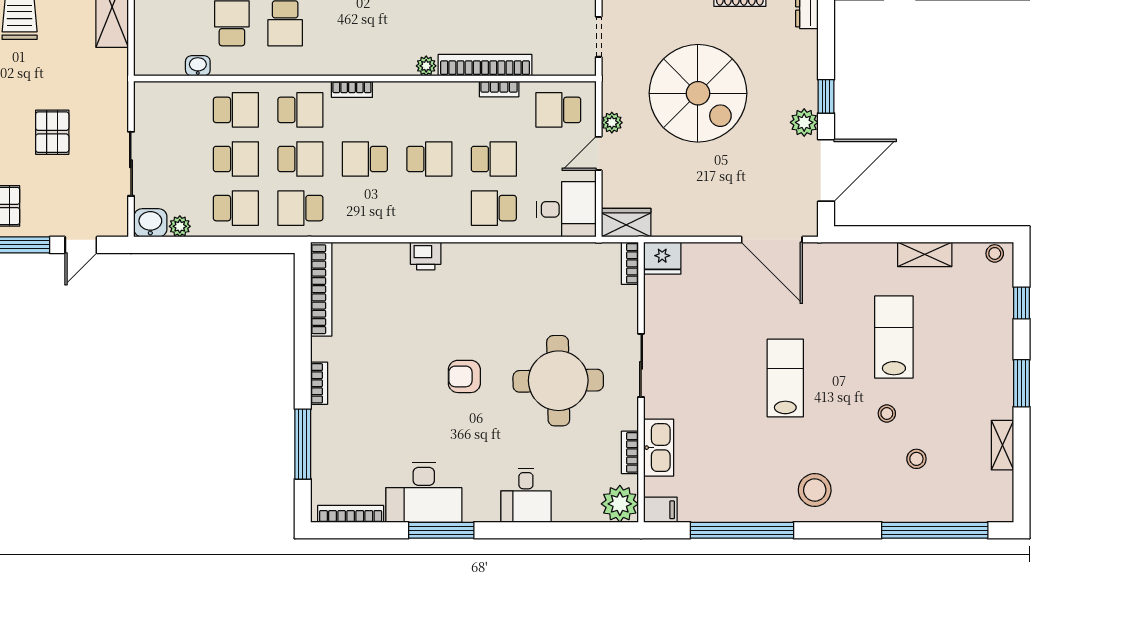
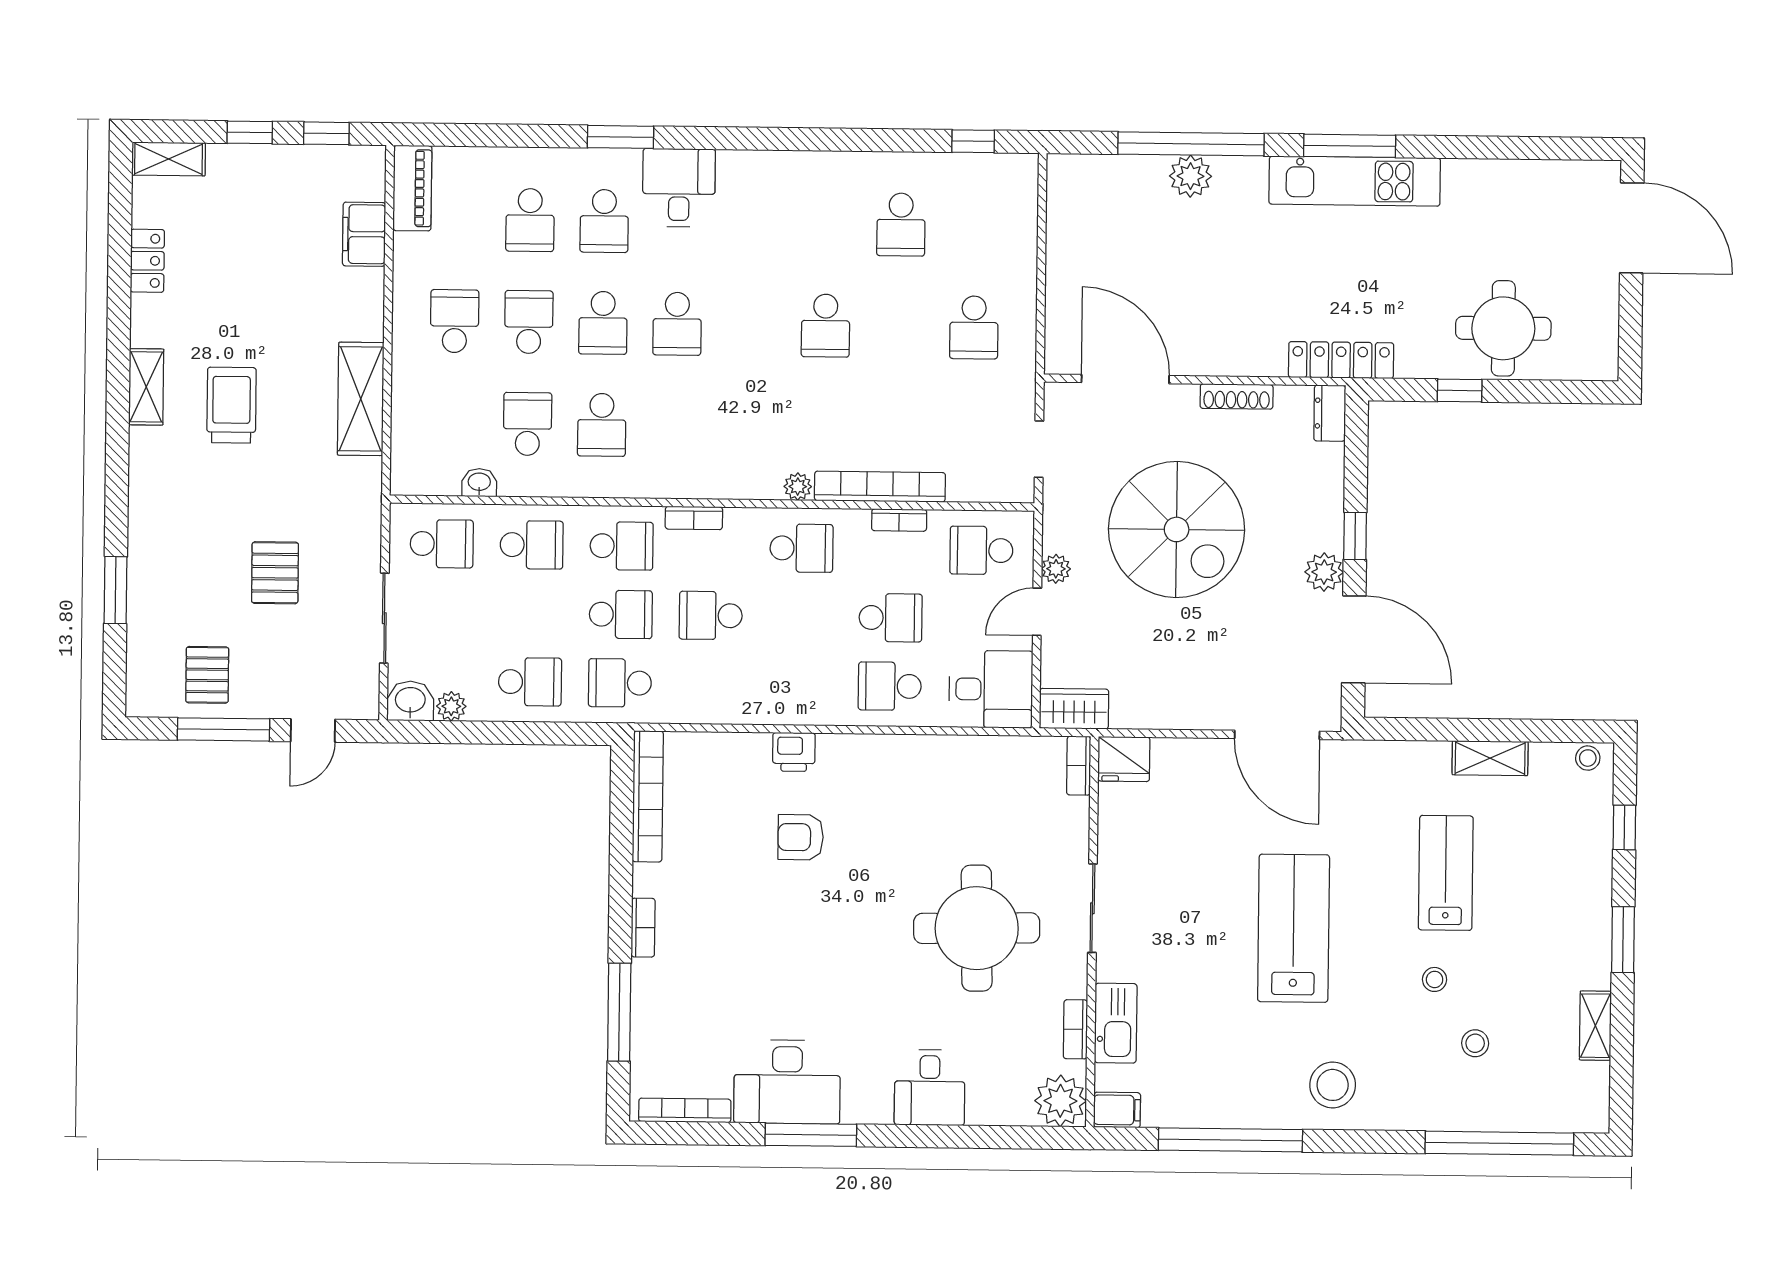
school desk: (236, 159) -> (442, 544), moved
school desk: (429, 159) -> (801, 548), moved
door: (826, 170) -> (1354, 639), hinge flipped
armchair: (464, 376) -> (801, 837), moved
lab bench: (785, 378) -> (1294, 928), width x1.36, depth x1.39

